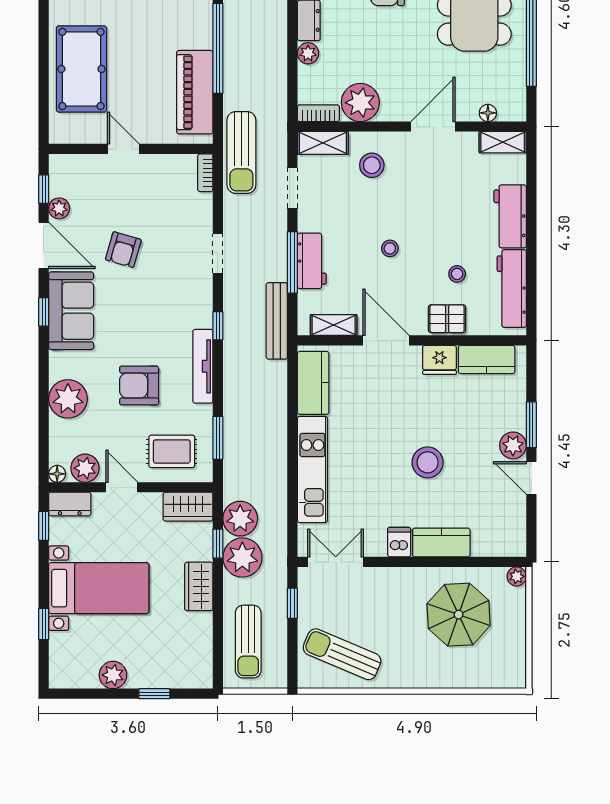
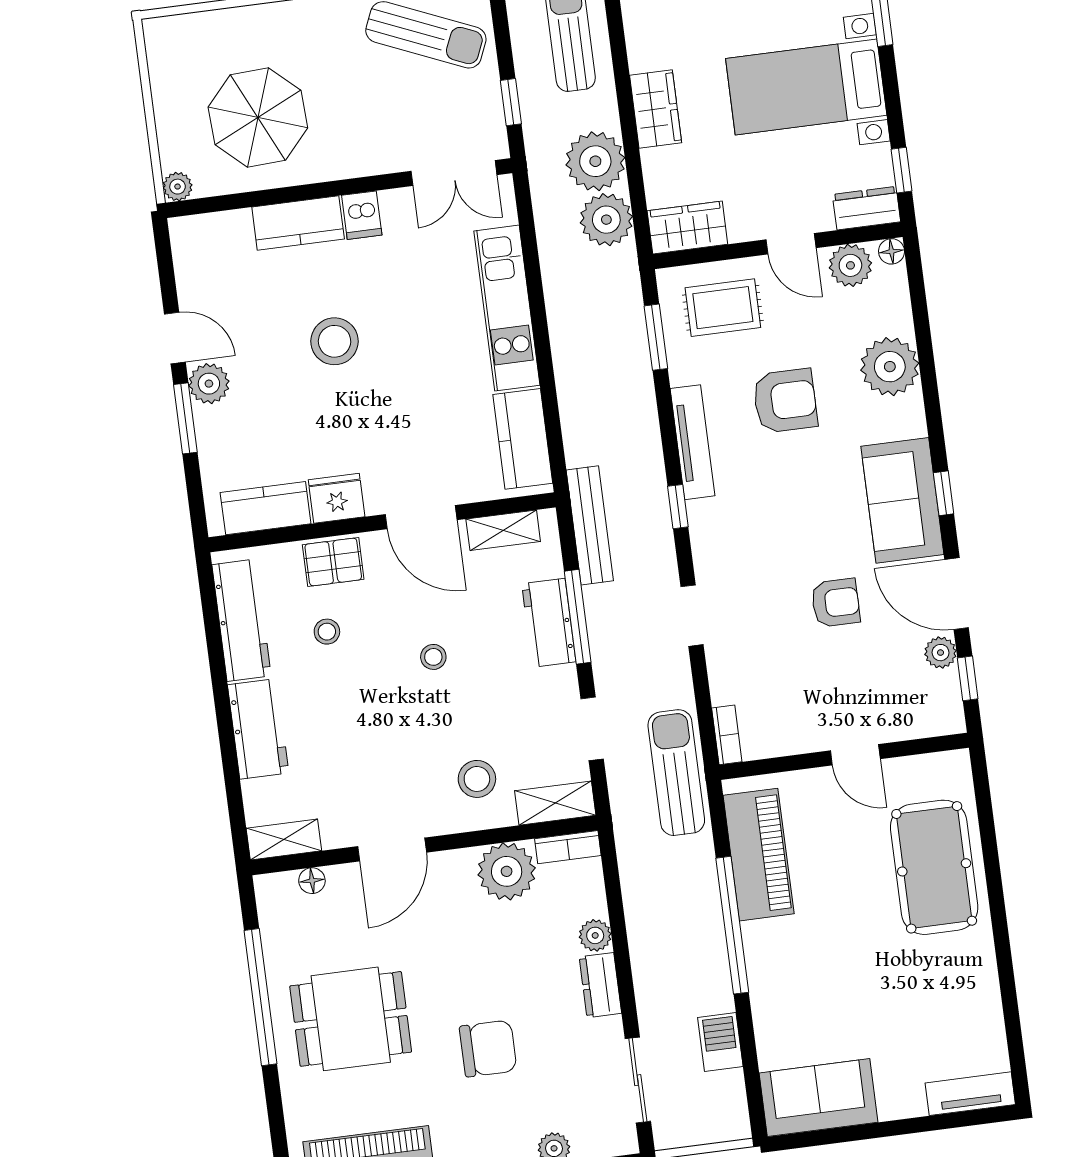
armchair: (123, 250) -> (836, 603), turned 74
window: (218, 544) -> (635, 177), removed

